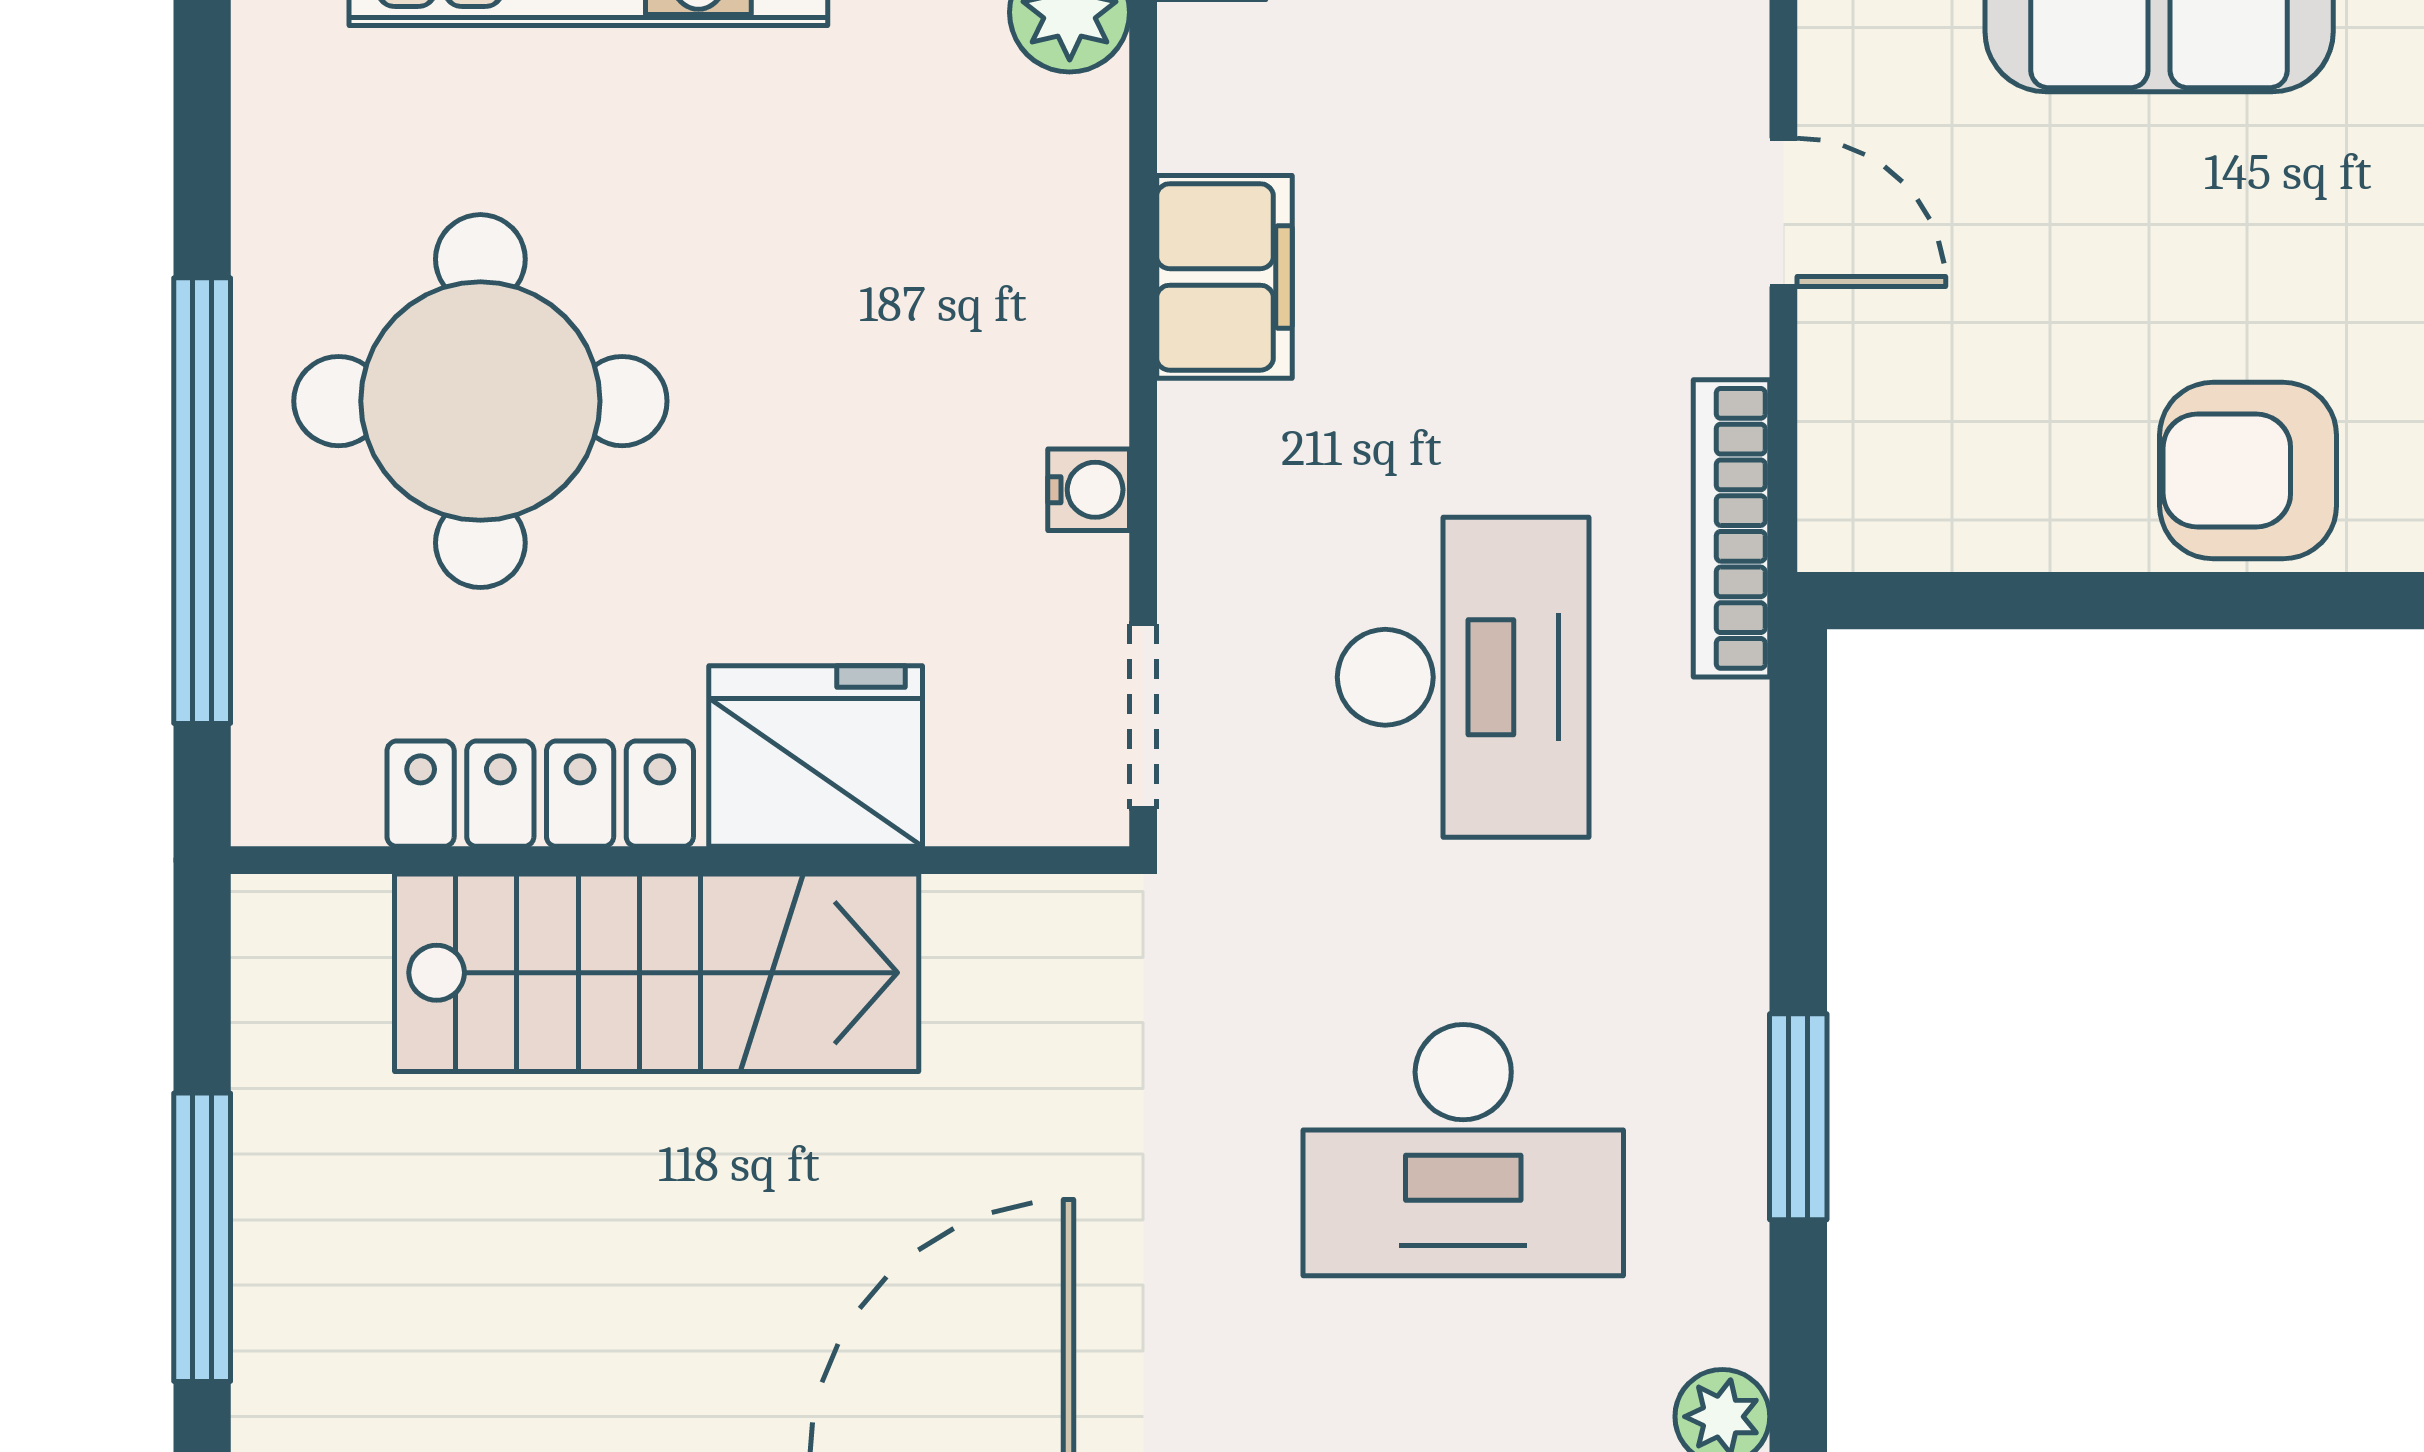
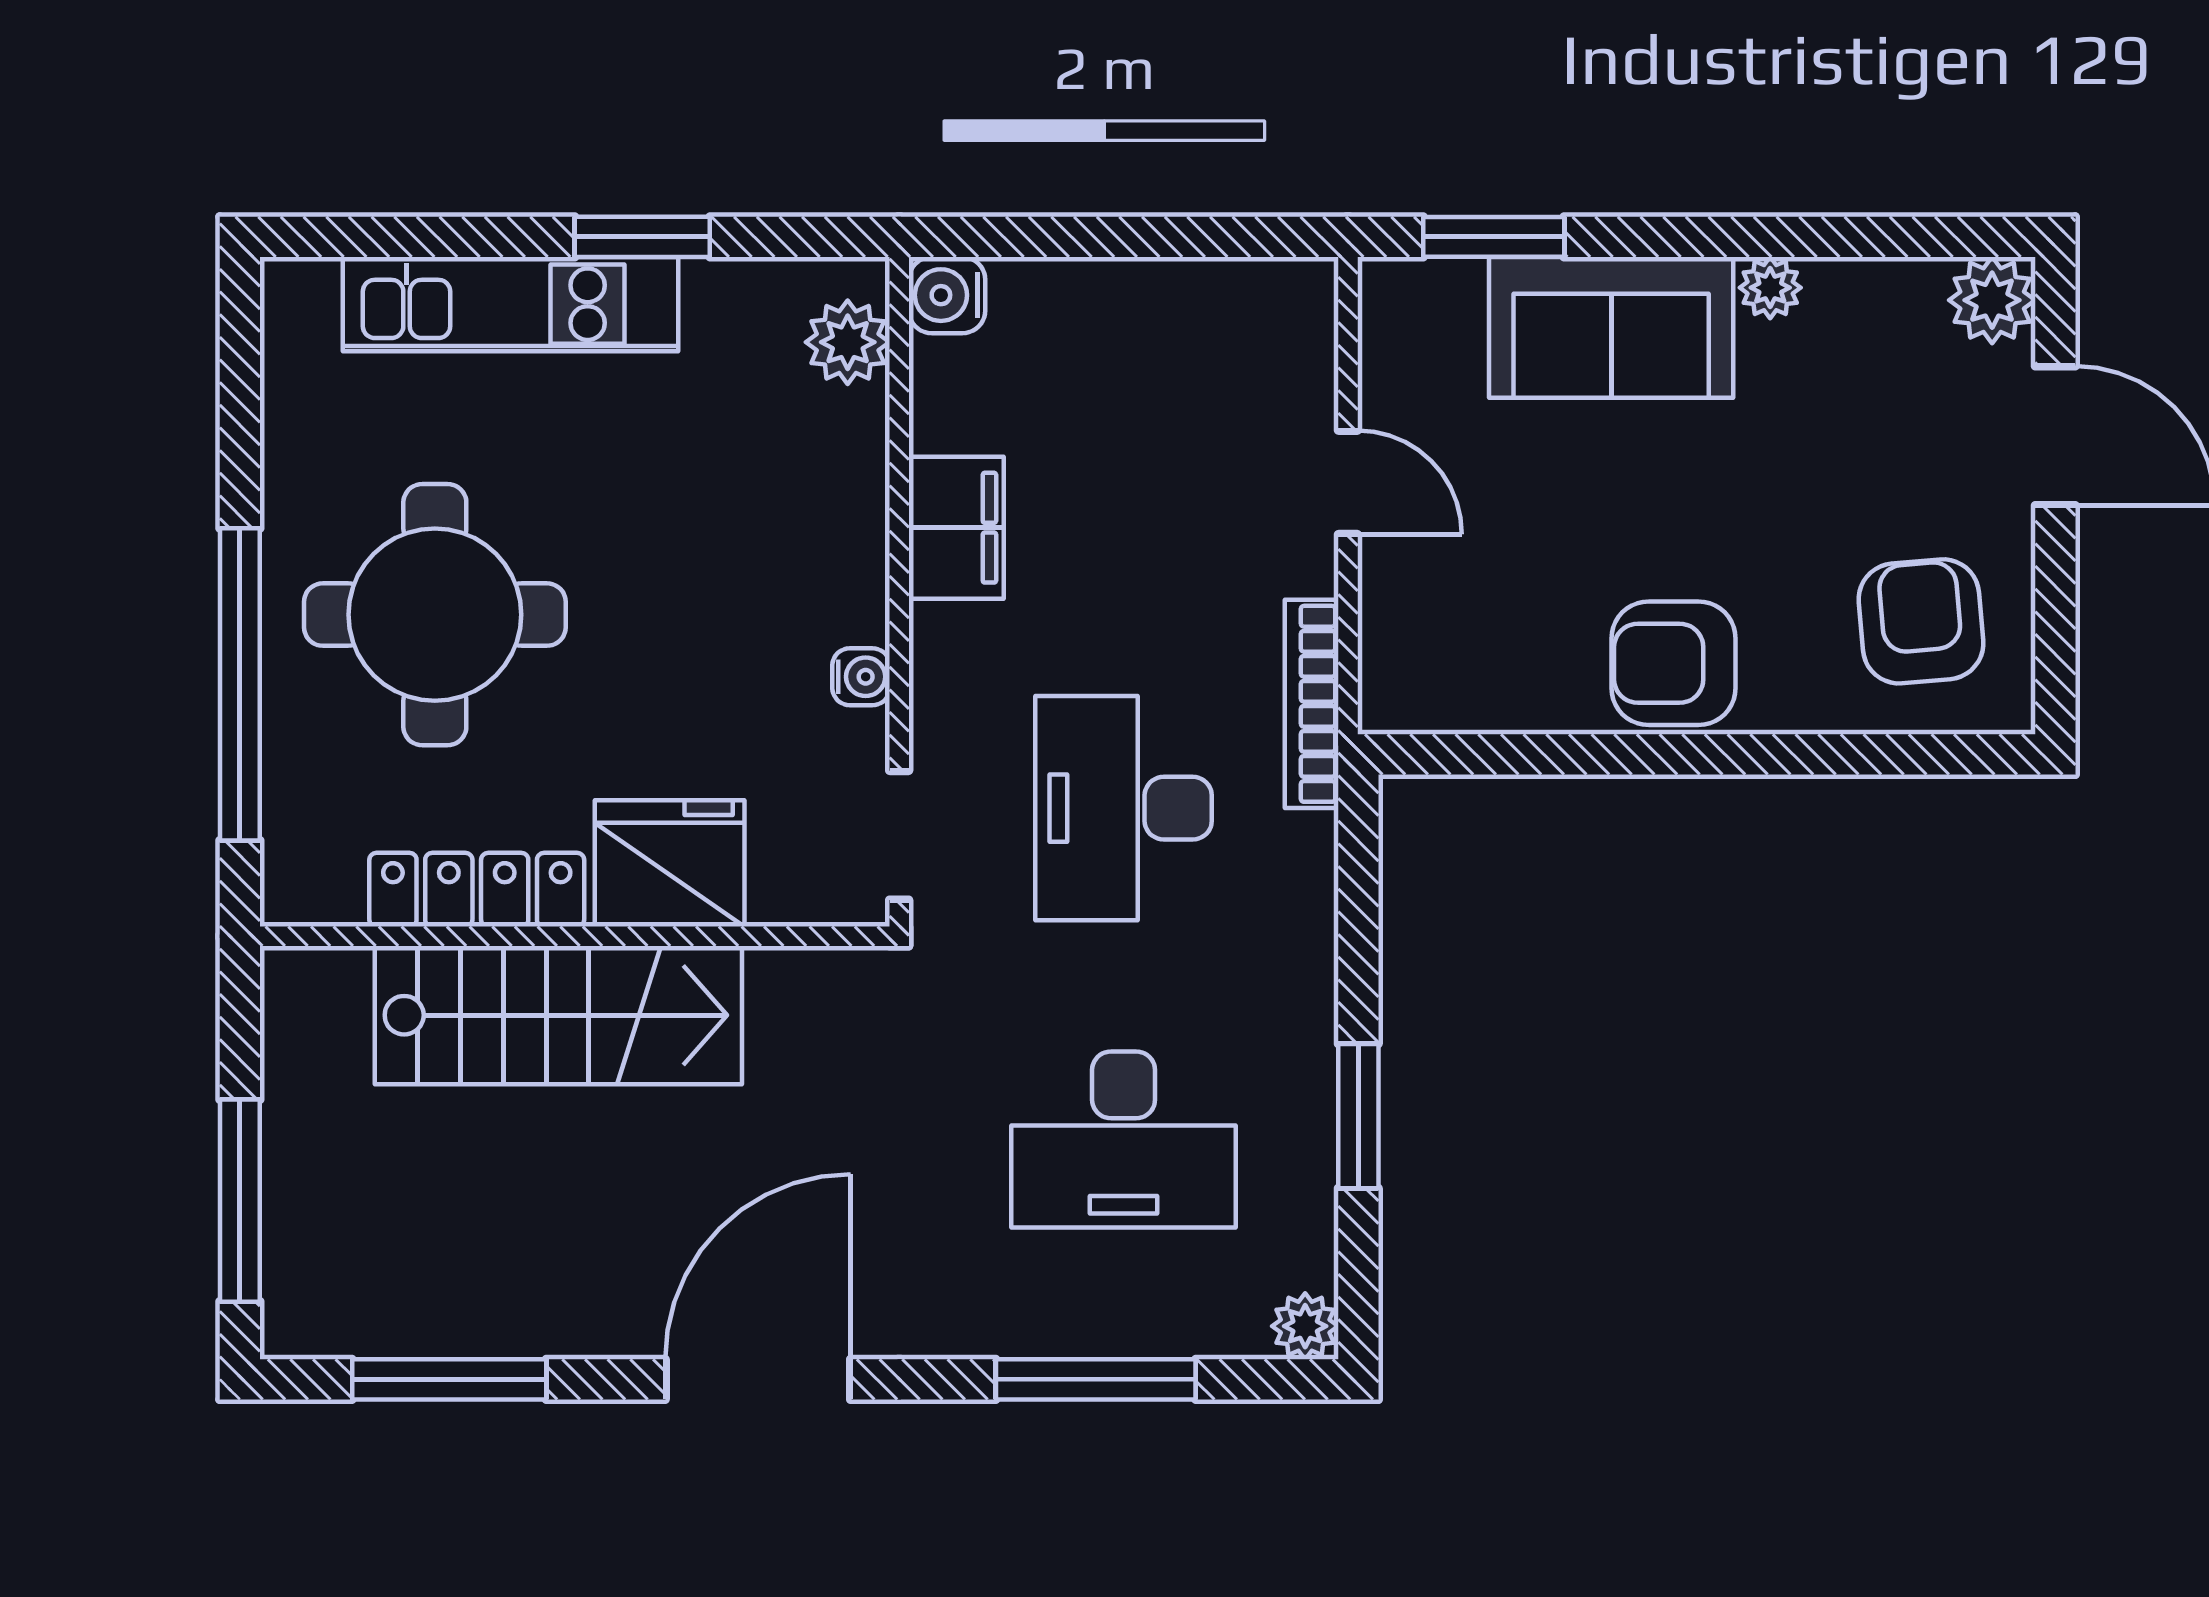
desk: (1463, 677) -> (1124, 808), turned 180

